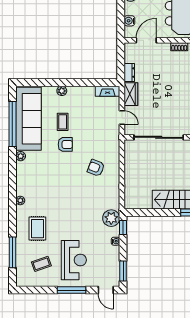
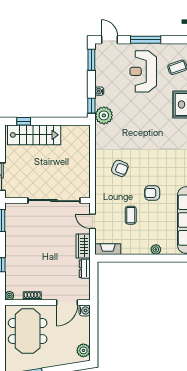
water cooler: (129, 21) -> (85, 310), moved
coffee table: (63, 122) -> (131, 215), moved

